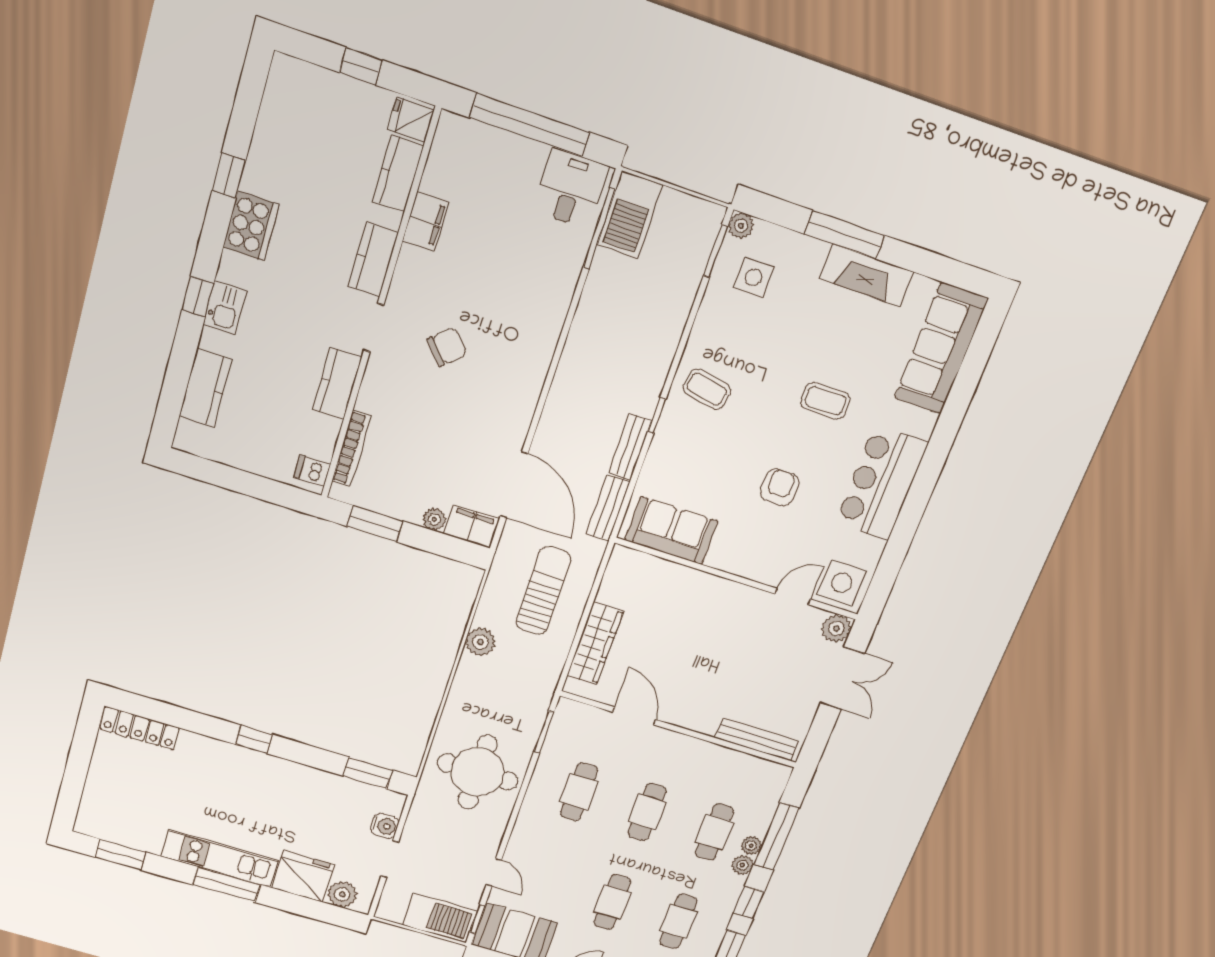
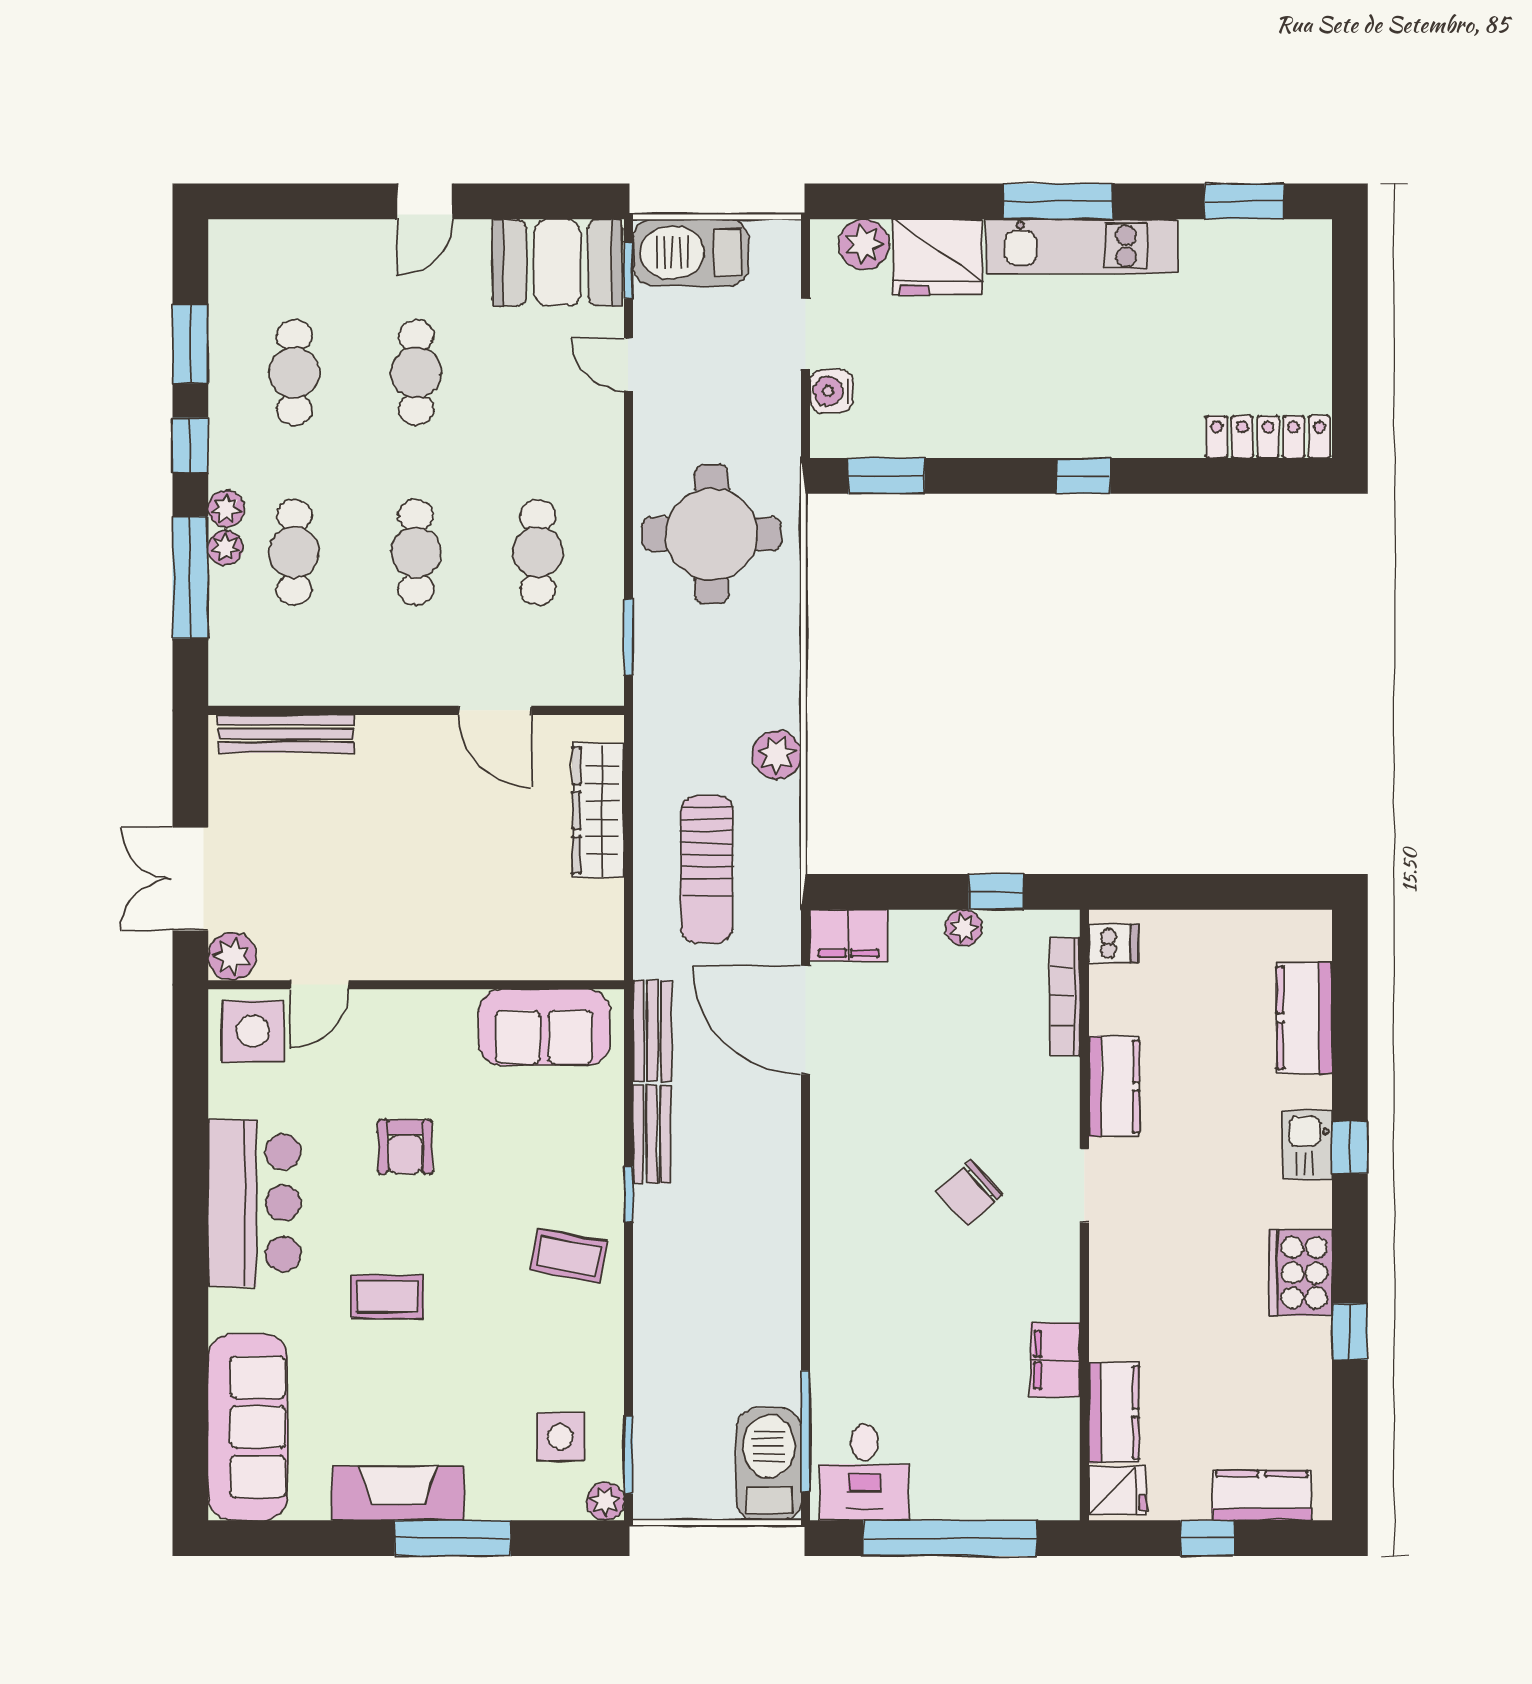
kitchen counter: (373, 260) -> (1262, 1496), moved, turned -90
plant: (434, 519) -> (964, 928), moved
window: (375, 524) -> (996, 892), width x0.67

